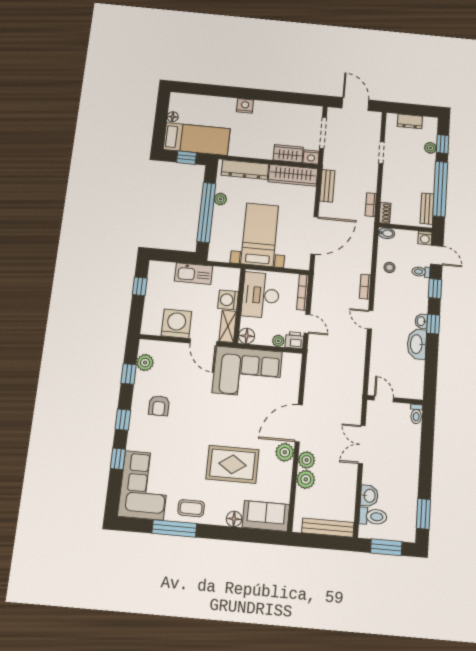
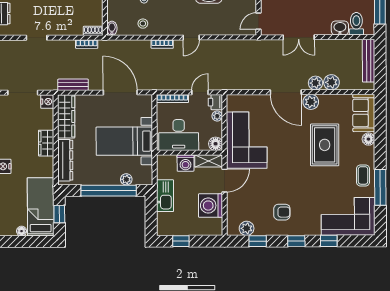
wardrobe: (288, 154) -> (46, 143), moved
plant: (220, 199) -> (126, 179), moved

